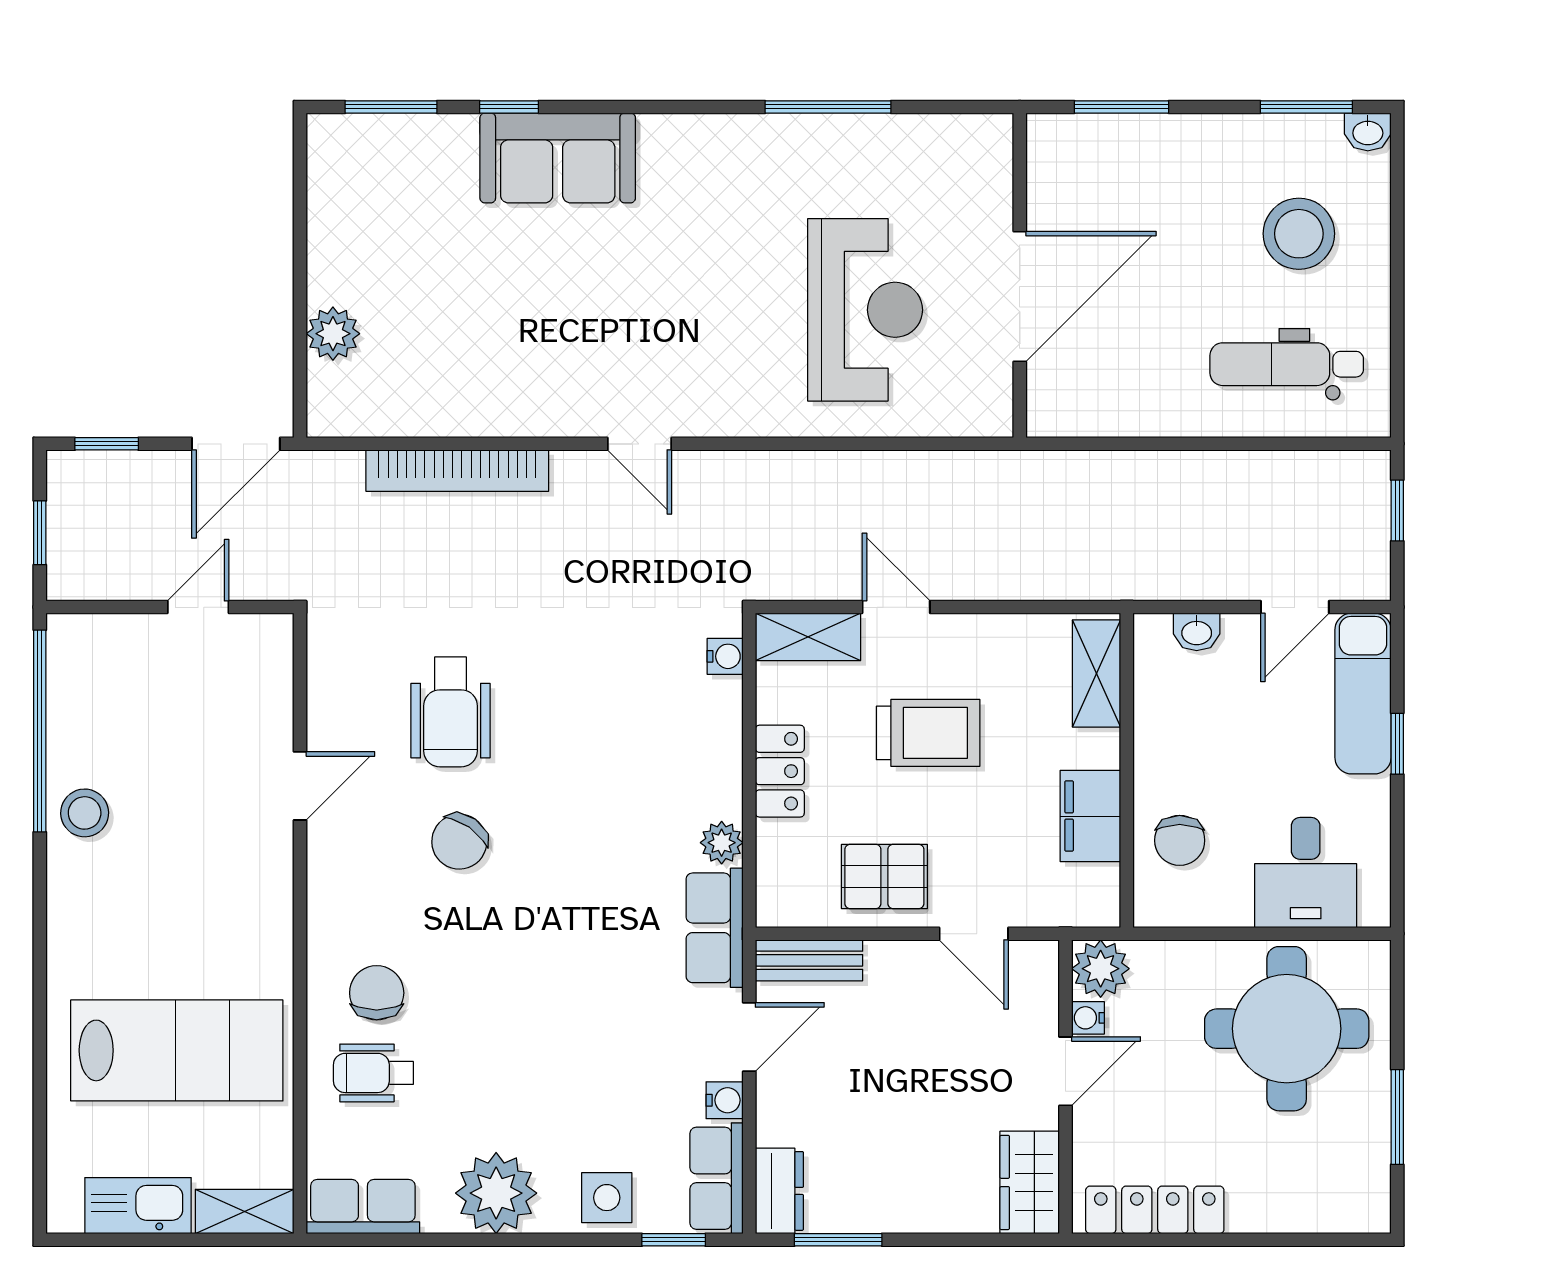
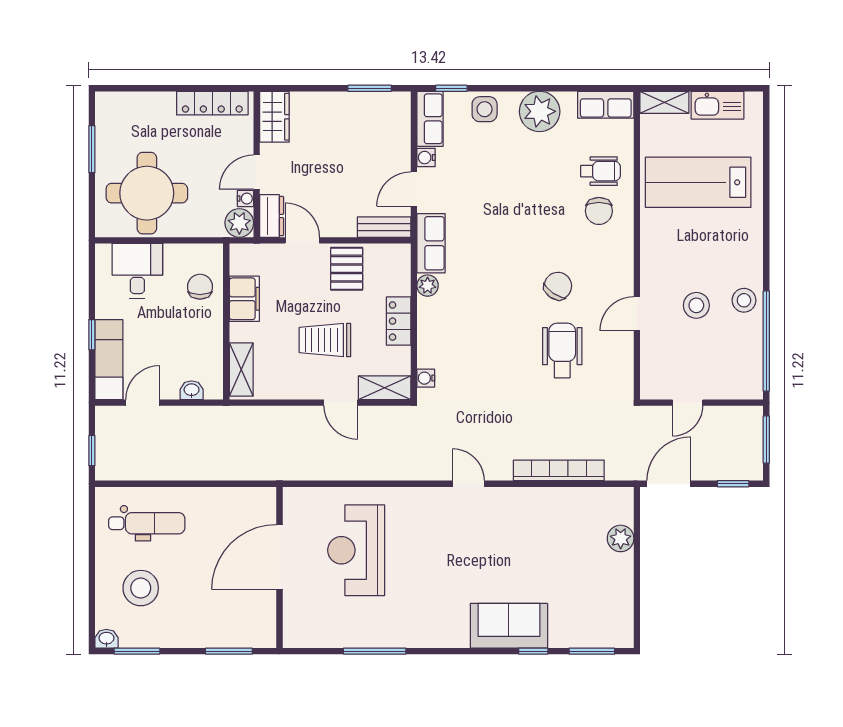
window: (40, 533) -> (766, 439), width x1.50
stool: (181, 803) -> (696, 305), added
pallet: (884, 876) -> (347, 269), turned 90
dresser: (779, 1191) -> (272, 216), moved, turned 180

